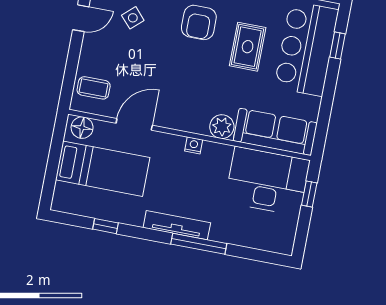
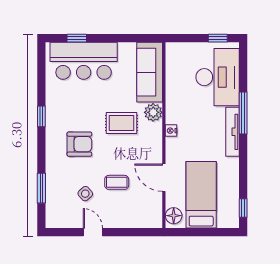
rug: (248, 47) -> (122, 123), moved
coffee table: (94, 88) -> (117, 182), moved, turned 90
desk: (267, 181) -> (218, 77), moved, turned 180
window: (309, 194) -> (218, 38), moved
window: (106, 226) -> (243, 208), moved

